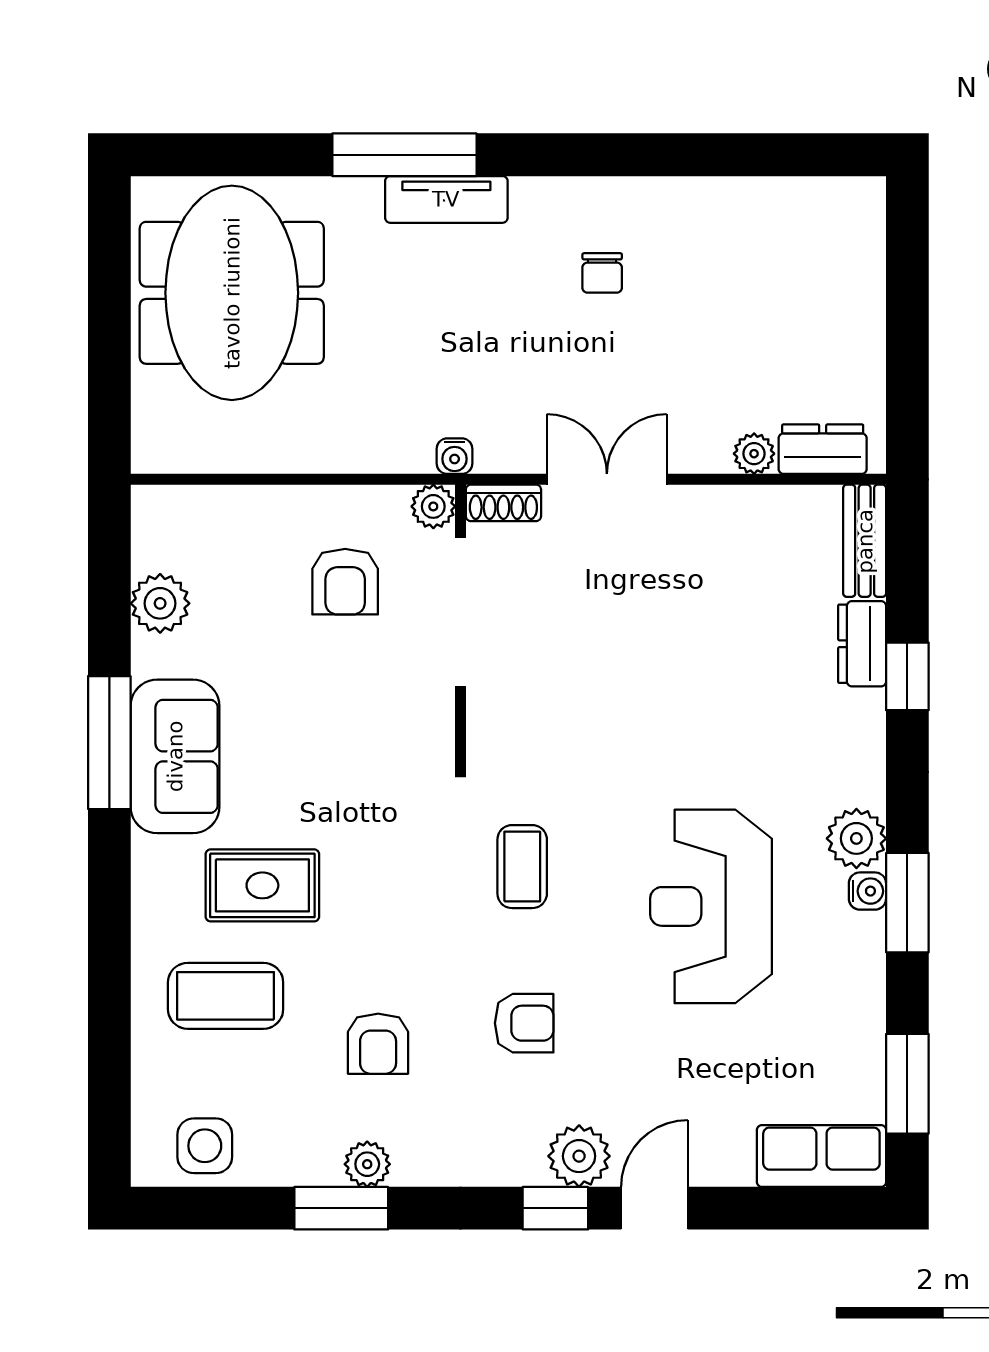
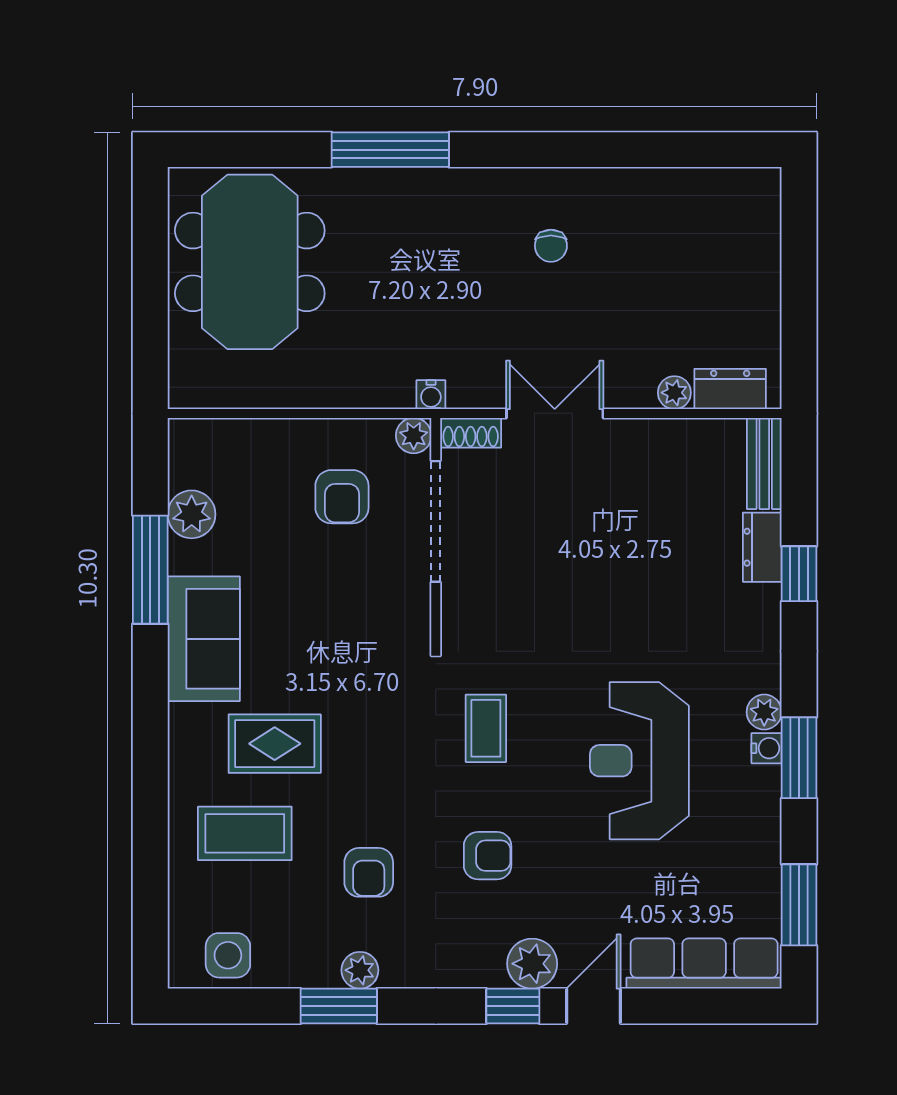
tv unit: (446, 199) -> (424, 186), removed
window: (109, 743) -> (150, 570), moved
plant: (856, 838) -> (764, 712), width x0.73, depth x0.73
row of seats: (821, 1156) -> (704, 964), width x1.48

